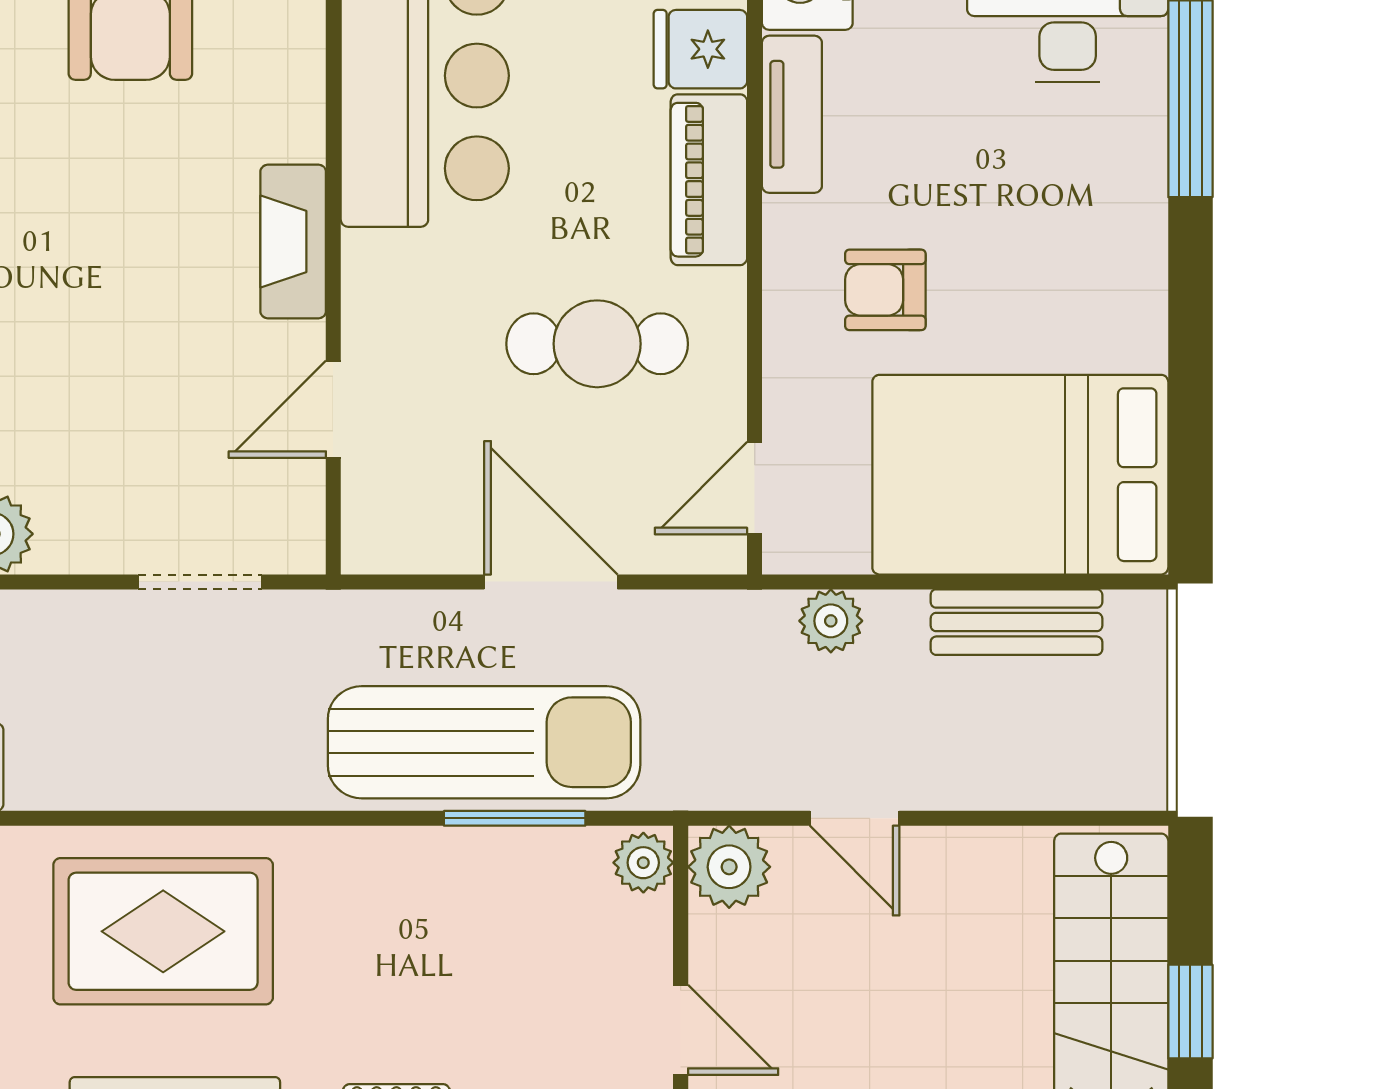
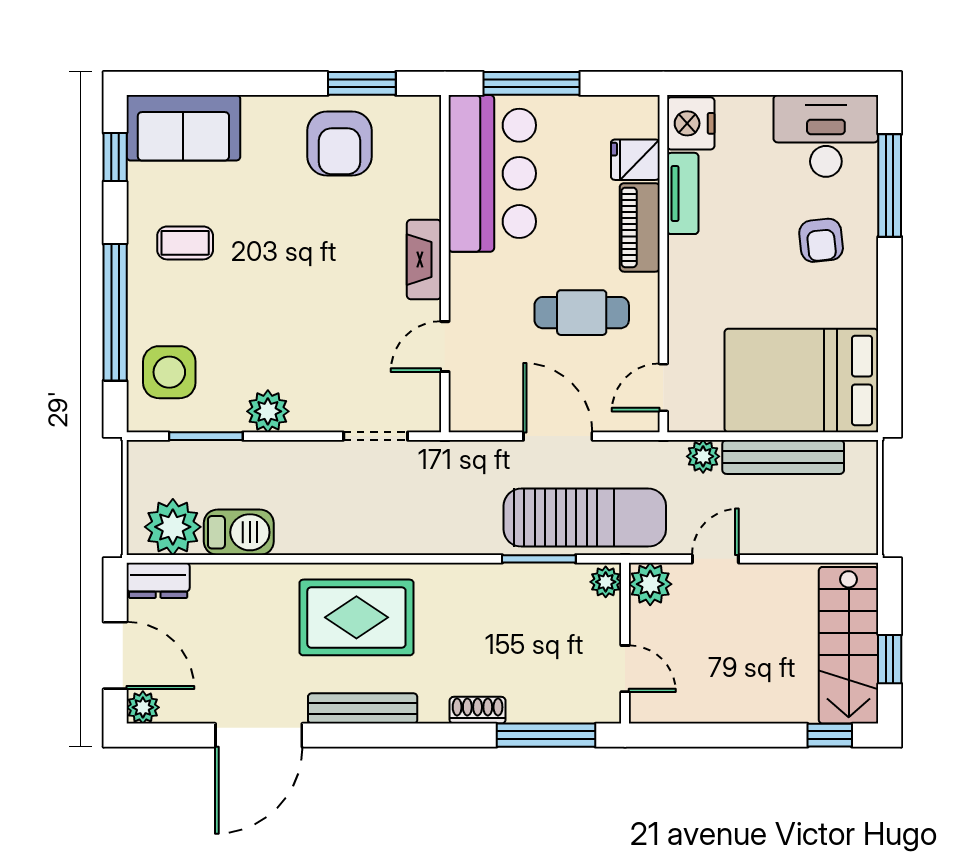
armchair: (885, 290) -> (821, 240), moved, turned -96
bench: (1016, 622) -> (783, 457), width x1.36
sun lounger: (484, 742) -> (585, 518), moved
door: (855, 818) -> (715, 559), swing flipped

